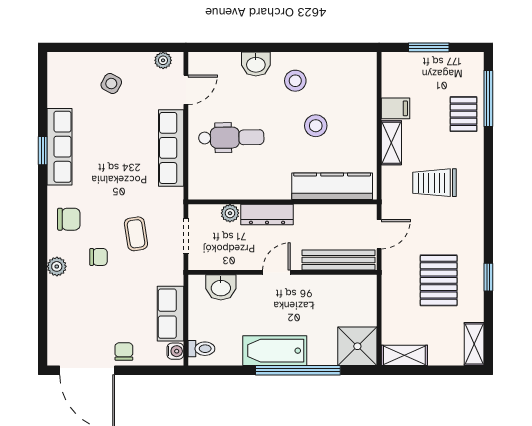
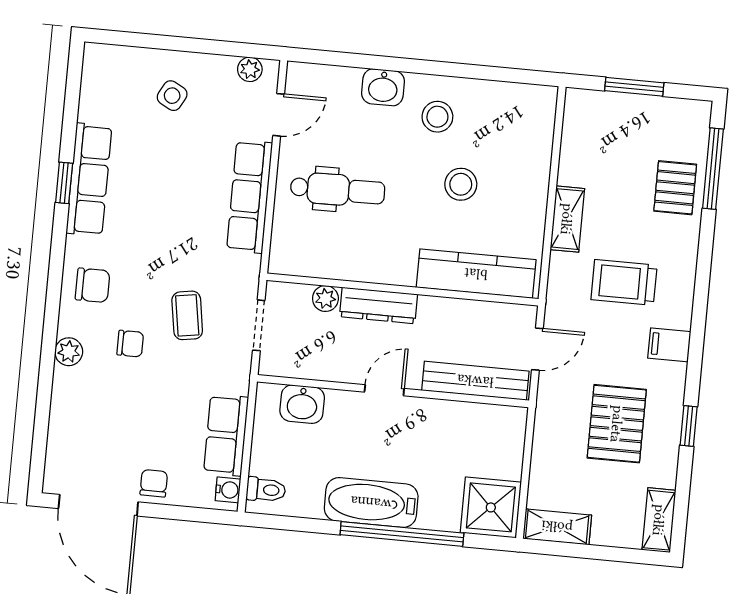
filing cabinet: (395, 108) -> (669, 345), moved, turned 180

